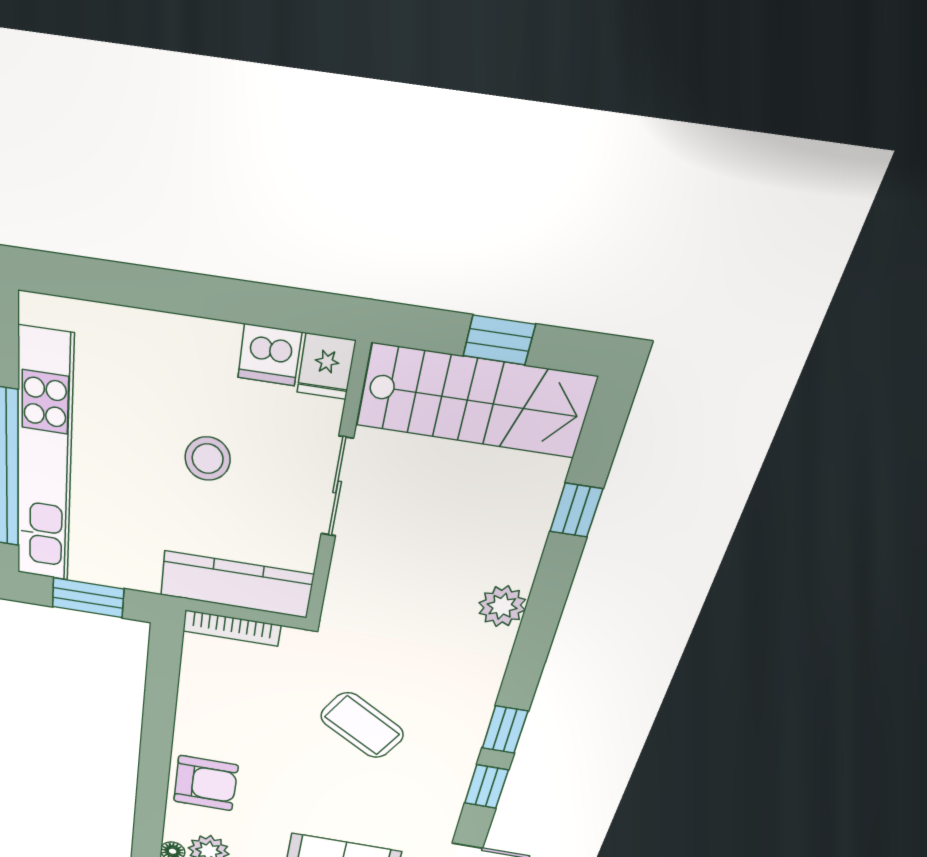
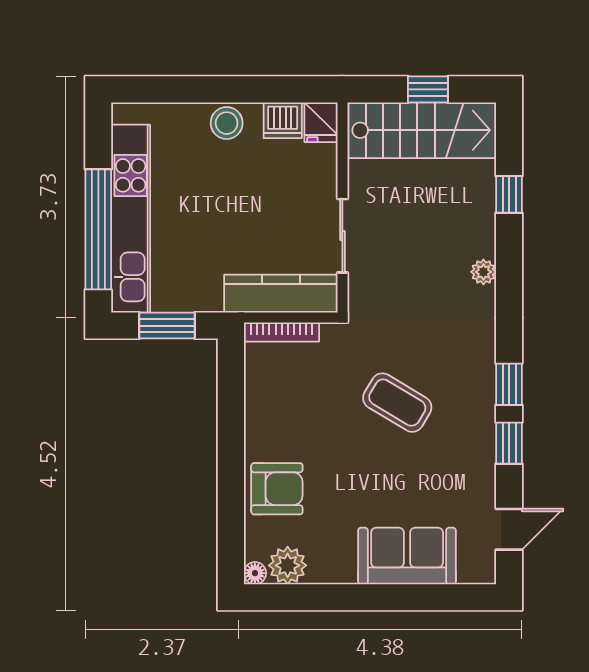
stool: (208, 459) -> (227, 123), moved
sliding door: (337, 487) -> (342, 236), moved
plant: (502, 606) -> (483, 272), width x0.73, depth x0.73

